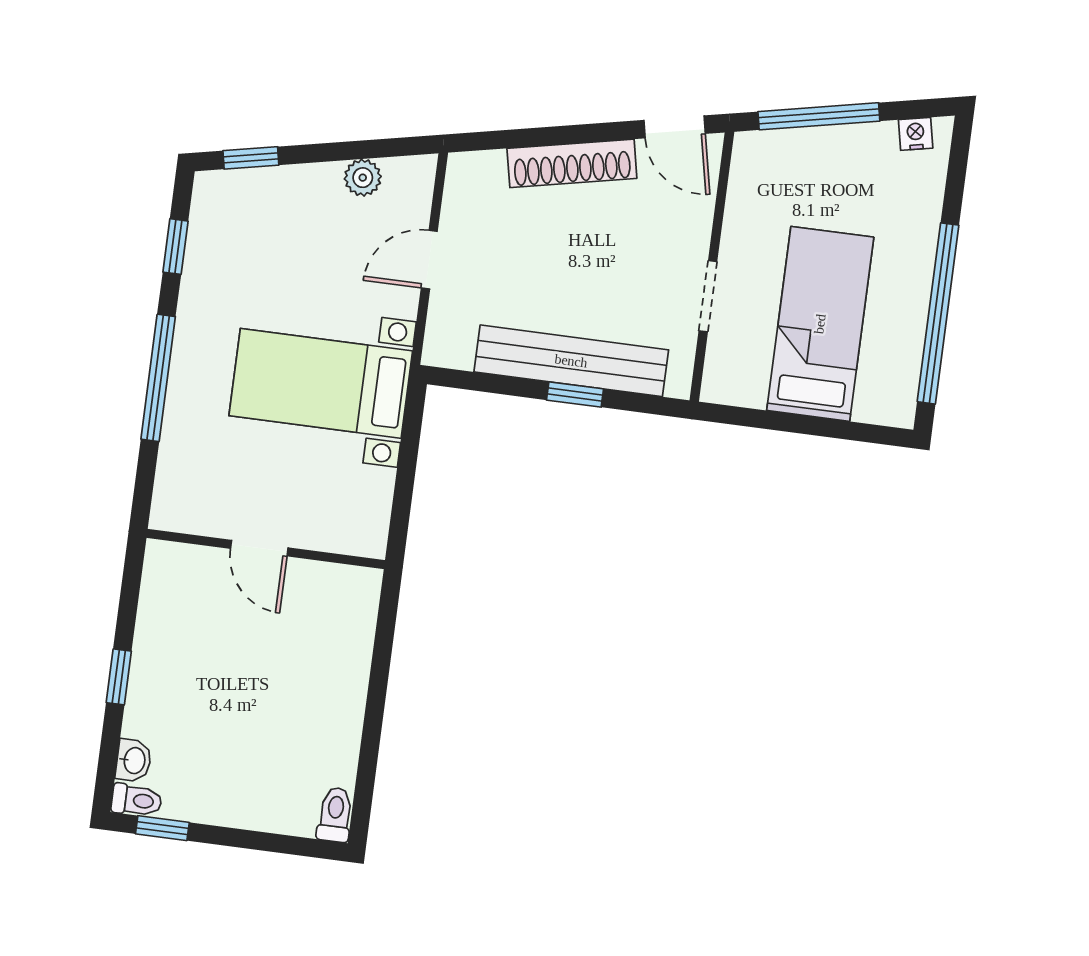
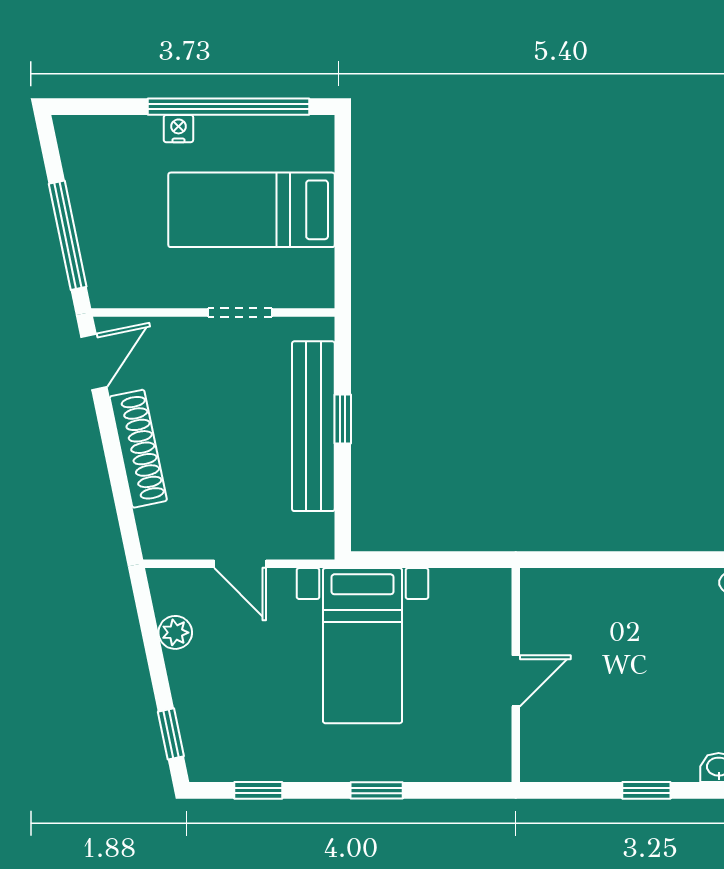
nightstand: (916, 134) -> (178, 129), moved, turned 102
window: (158, 378) -> (377, 790), width x0.46

